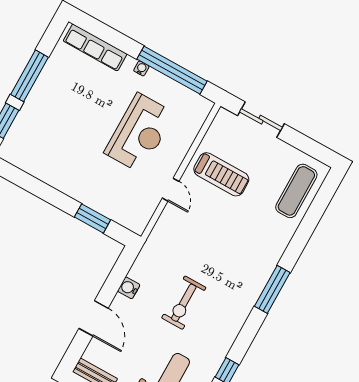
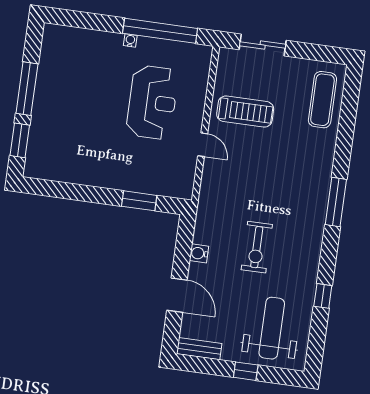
row of seats: (95, 47) -> (79, 38), removed

